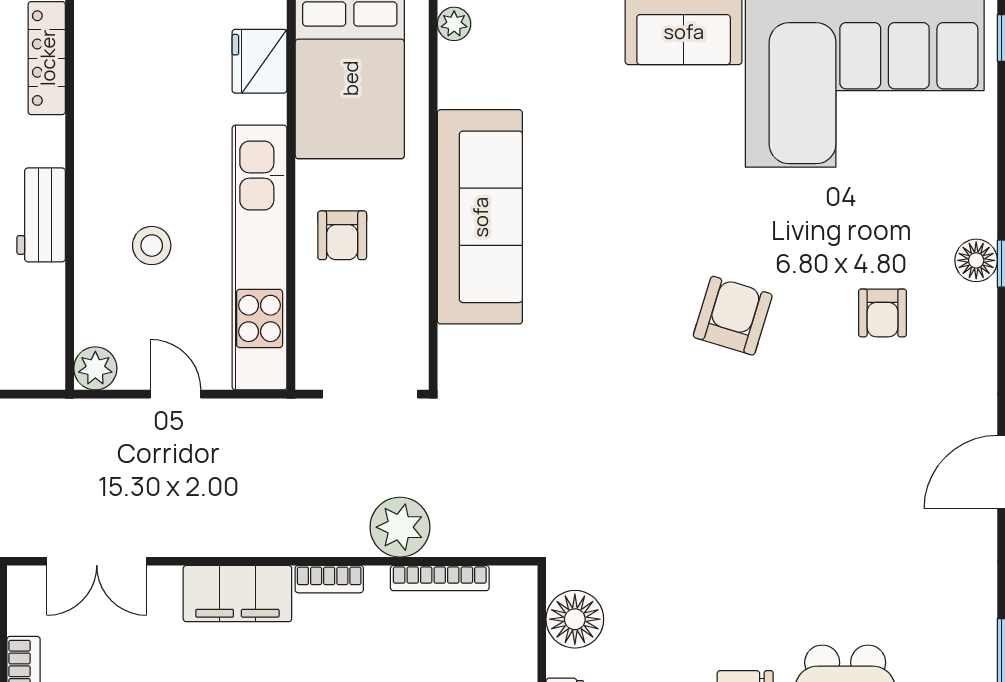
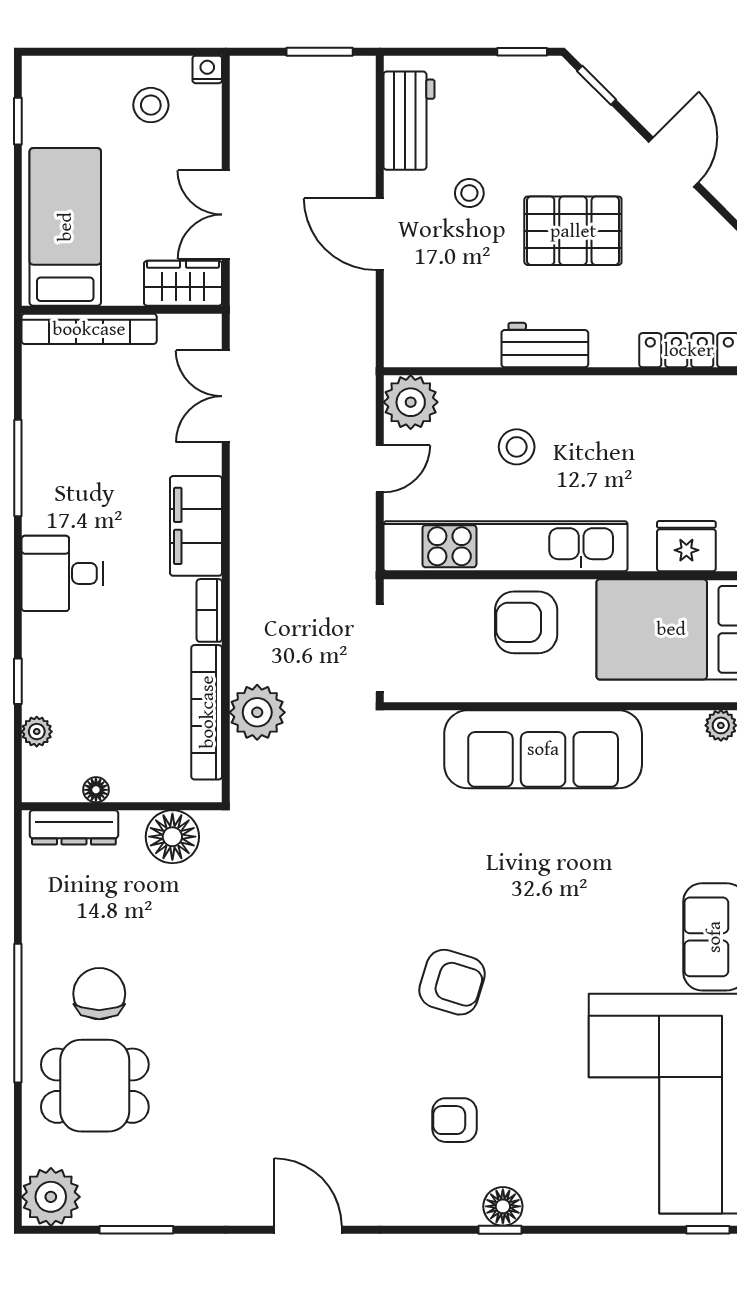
armchair: (342, 235) -> (526, 622), width x1.38, depth x1.38
plant: (95, 368) -> (411, 402), width x1.36, depth x1.36
plant: (400, 527) -> (257, 712), moved
bookcase: (440, 578) -> (207, 712), width x1.48, depth x1.31

